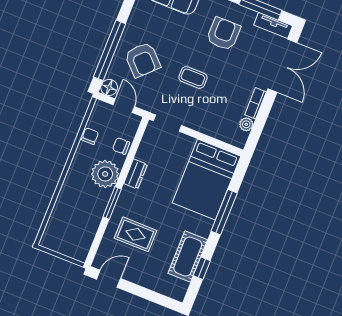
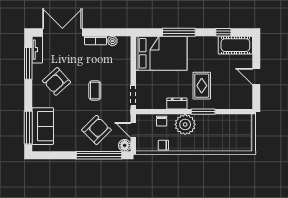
armchair: (223, 34) -> (57, 81), turned -42
door: (124, 106) -> (133, 130), hinge flipped
rug: (136, 234) -> (202, 86), moved
cot: (188, 257) -> (235, 45), moved
door: (109, 279) -> (256, 77), moved

